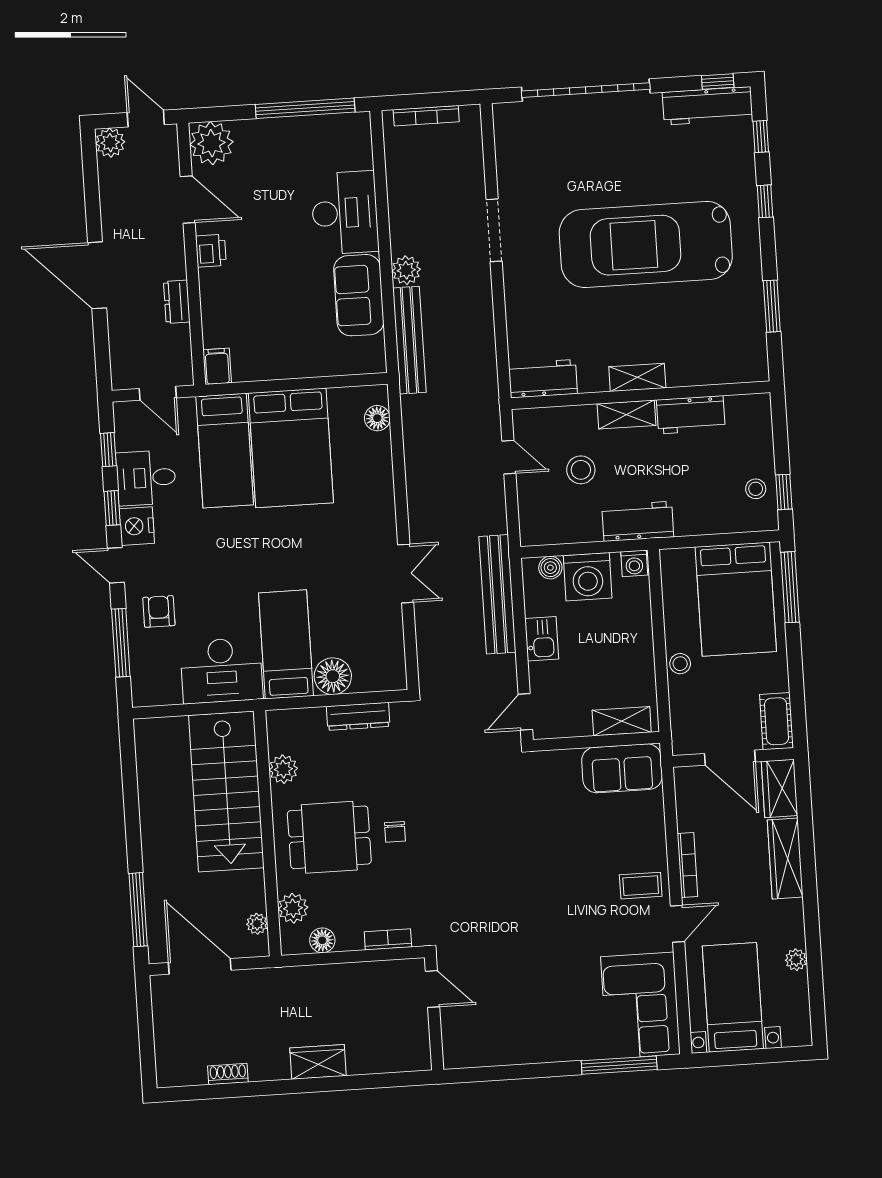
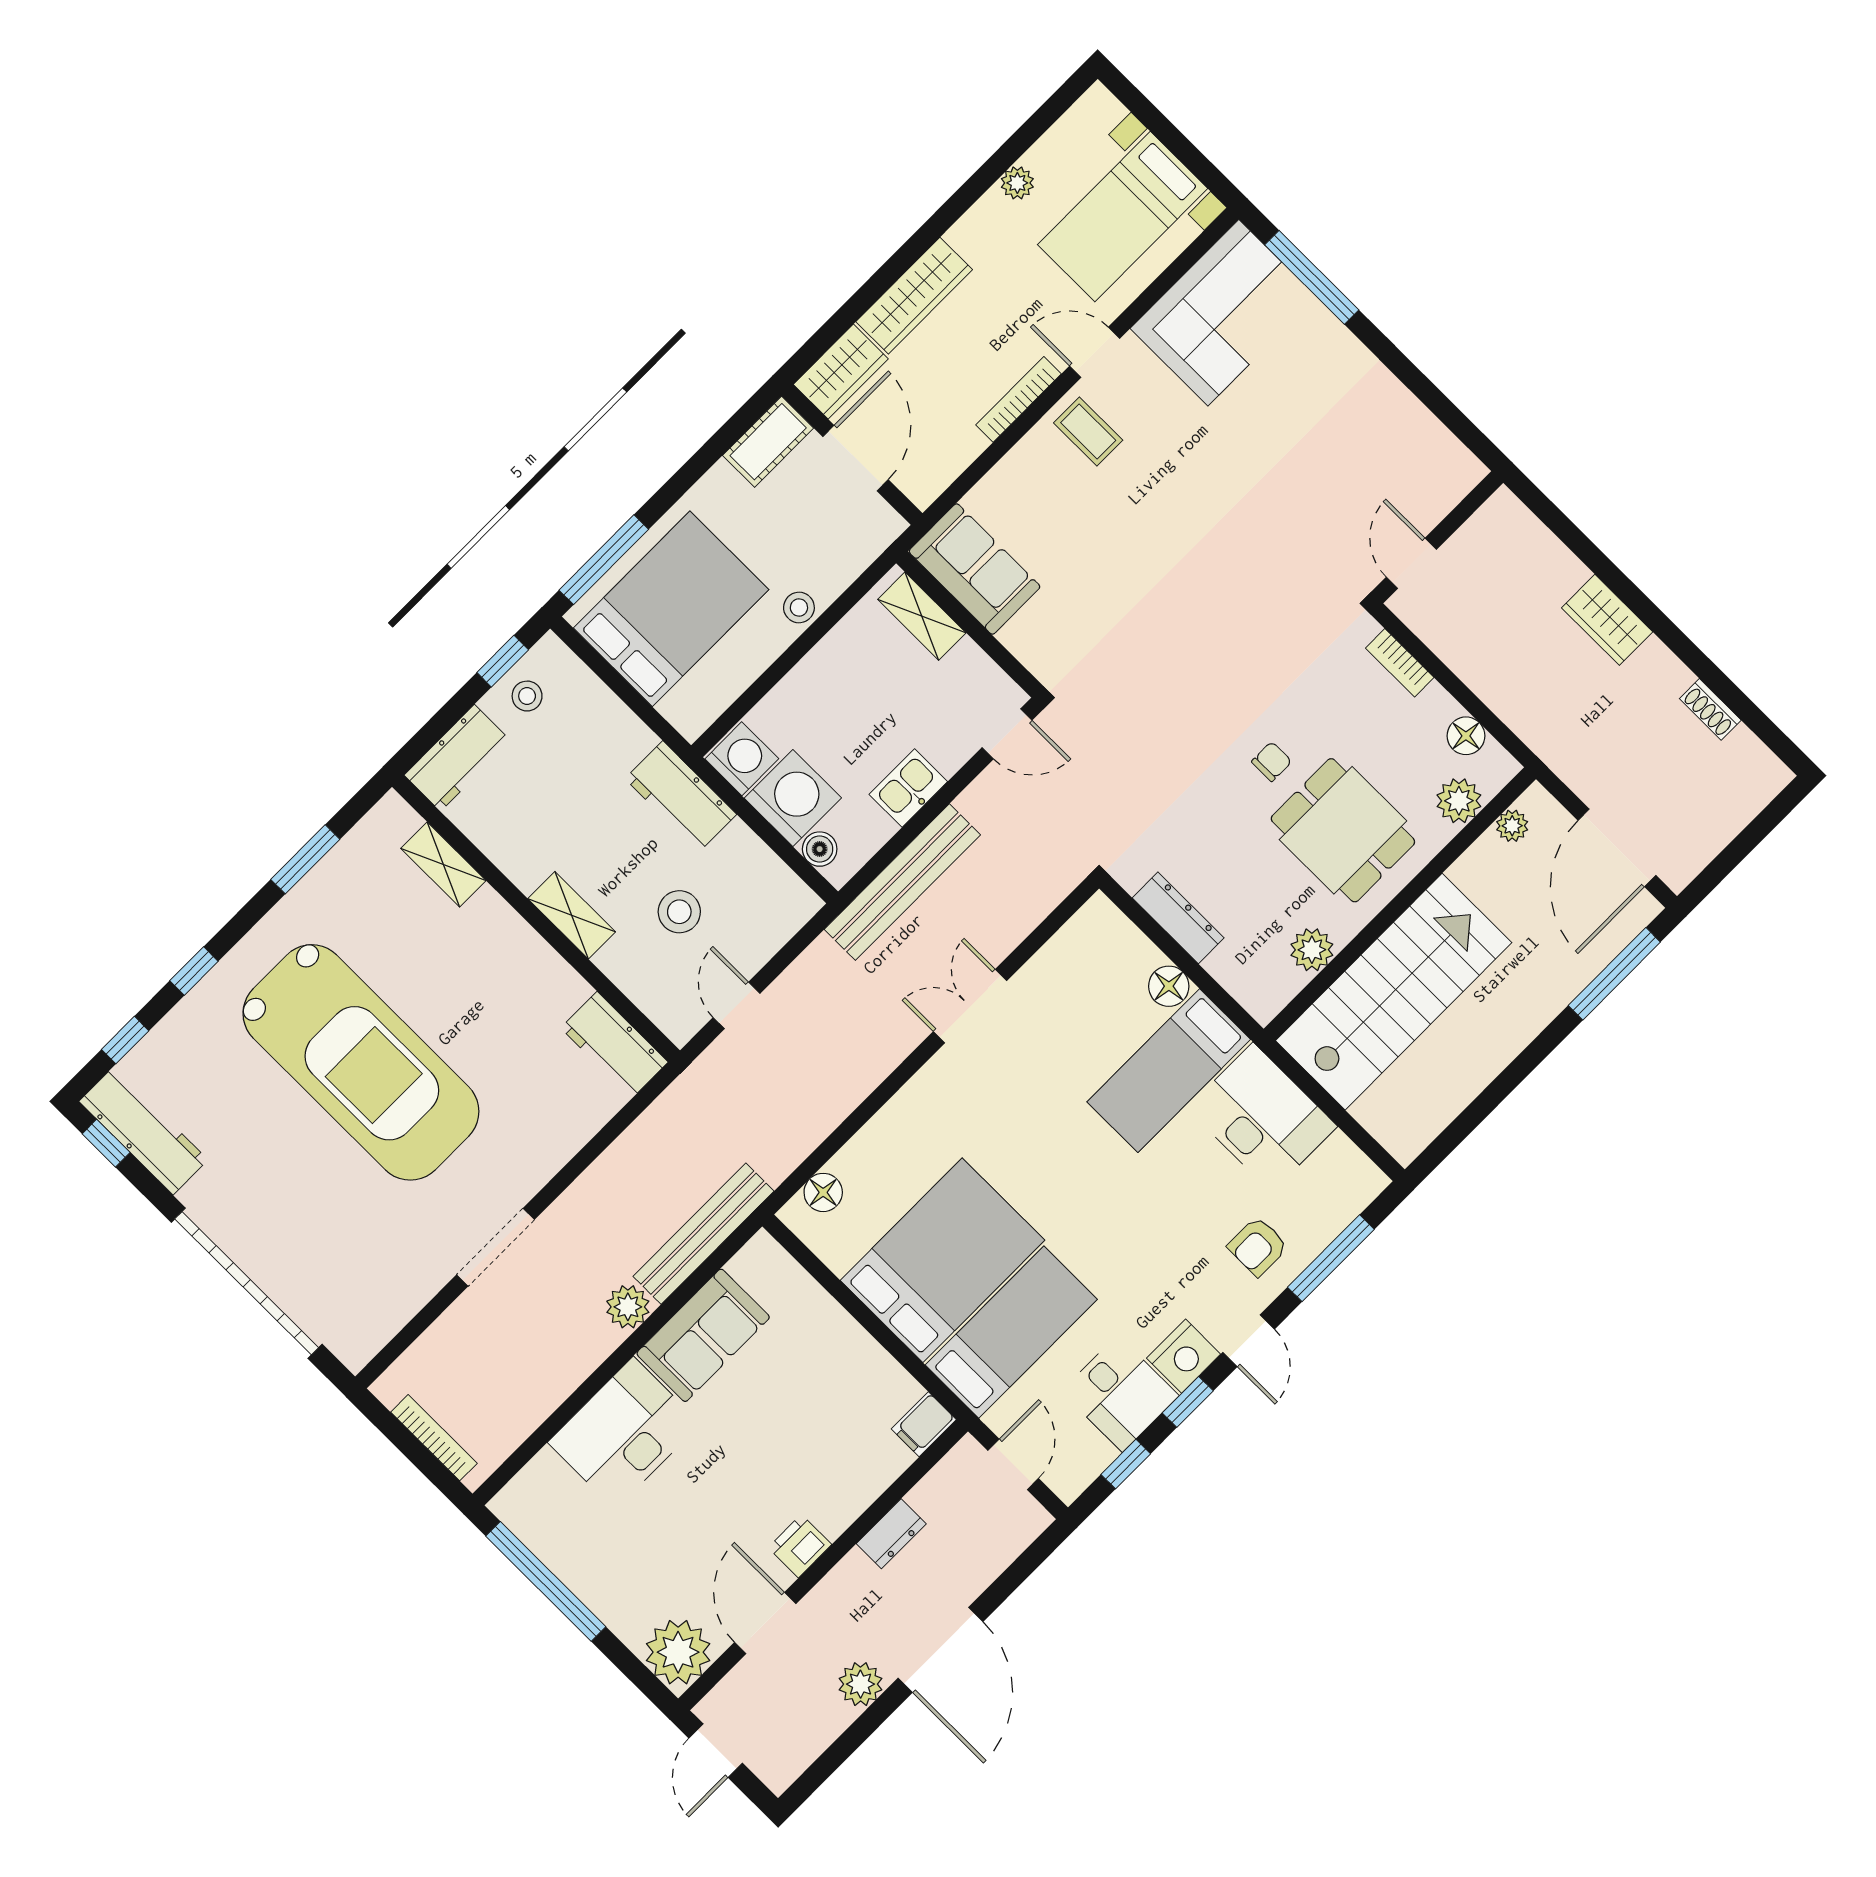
plant: (110, 143) -> (860, 1684), moved
shelving: (637, 377) -> (443, 864), moved
workbench: (691, 415) -> (457, 758), moved, turned 90
washing machine: (634, 563) -> (742, 759), width x1.38, depth x1.38
floor lamp: (333, 676) -> (1169, 986), width x0.73, depth x0.73

